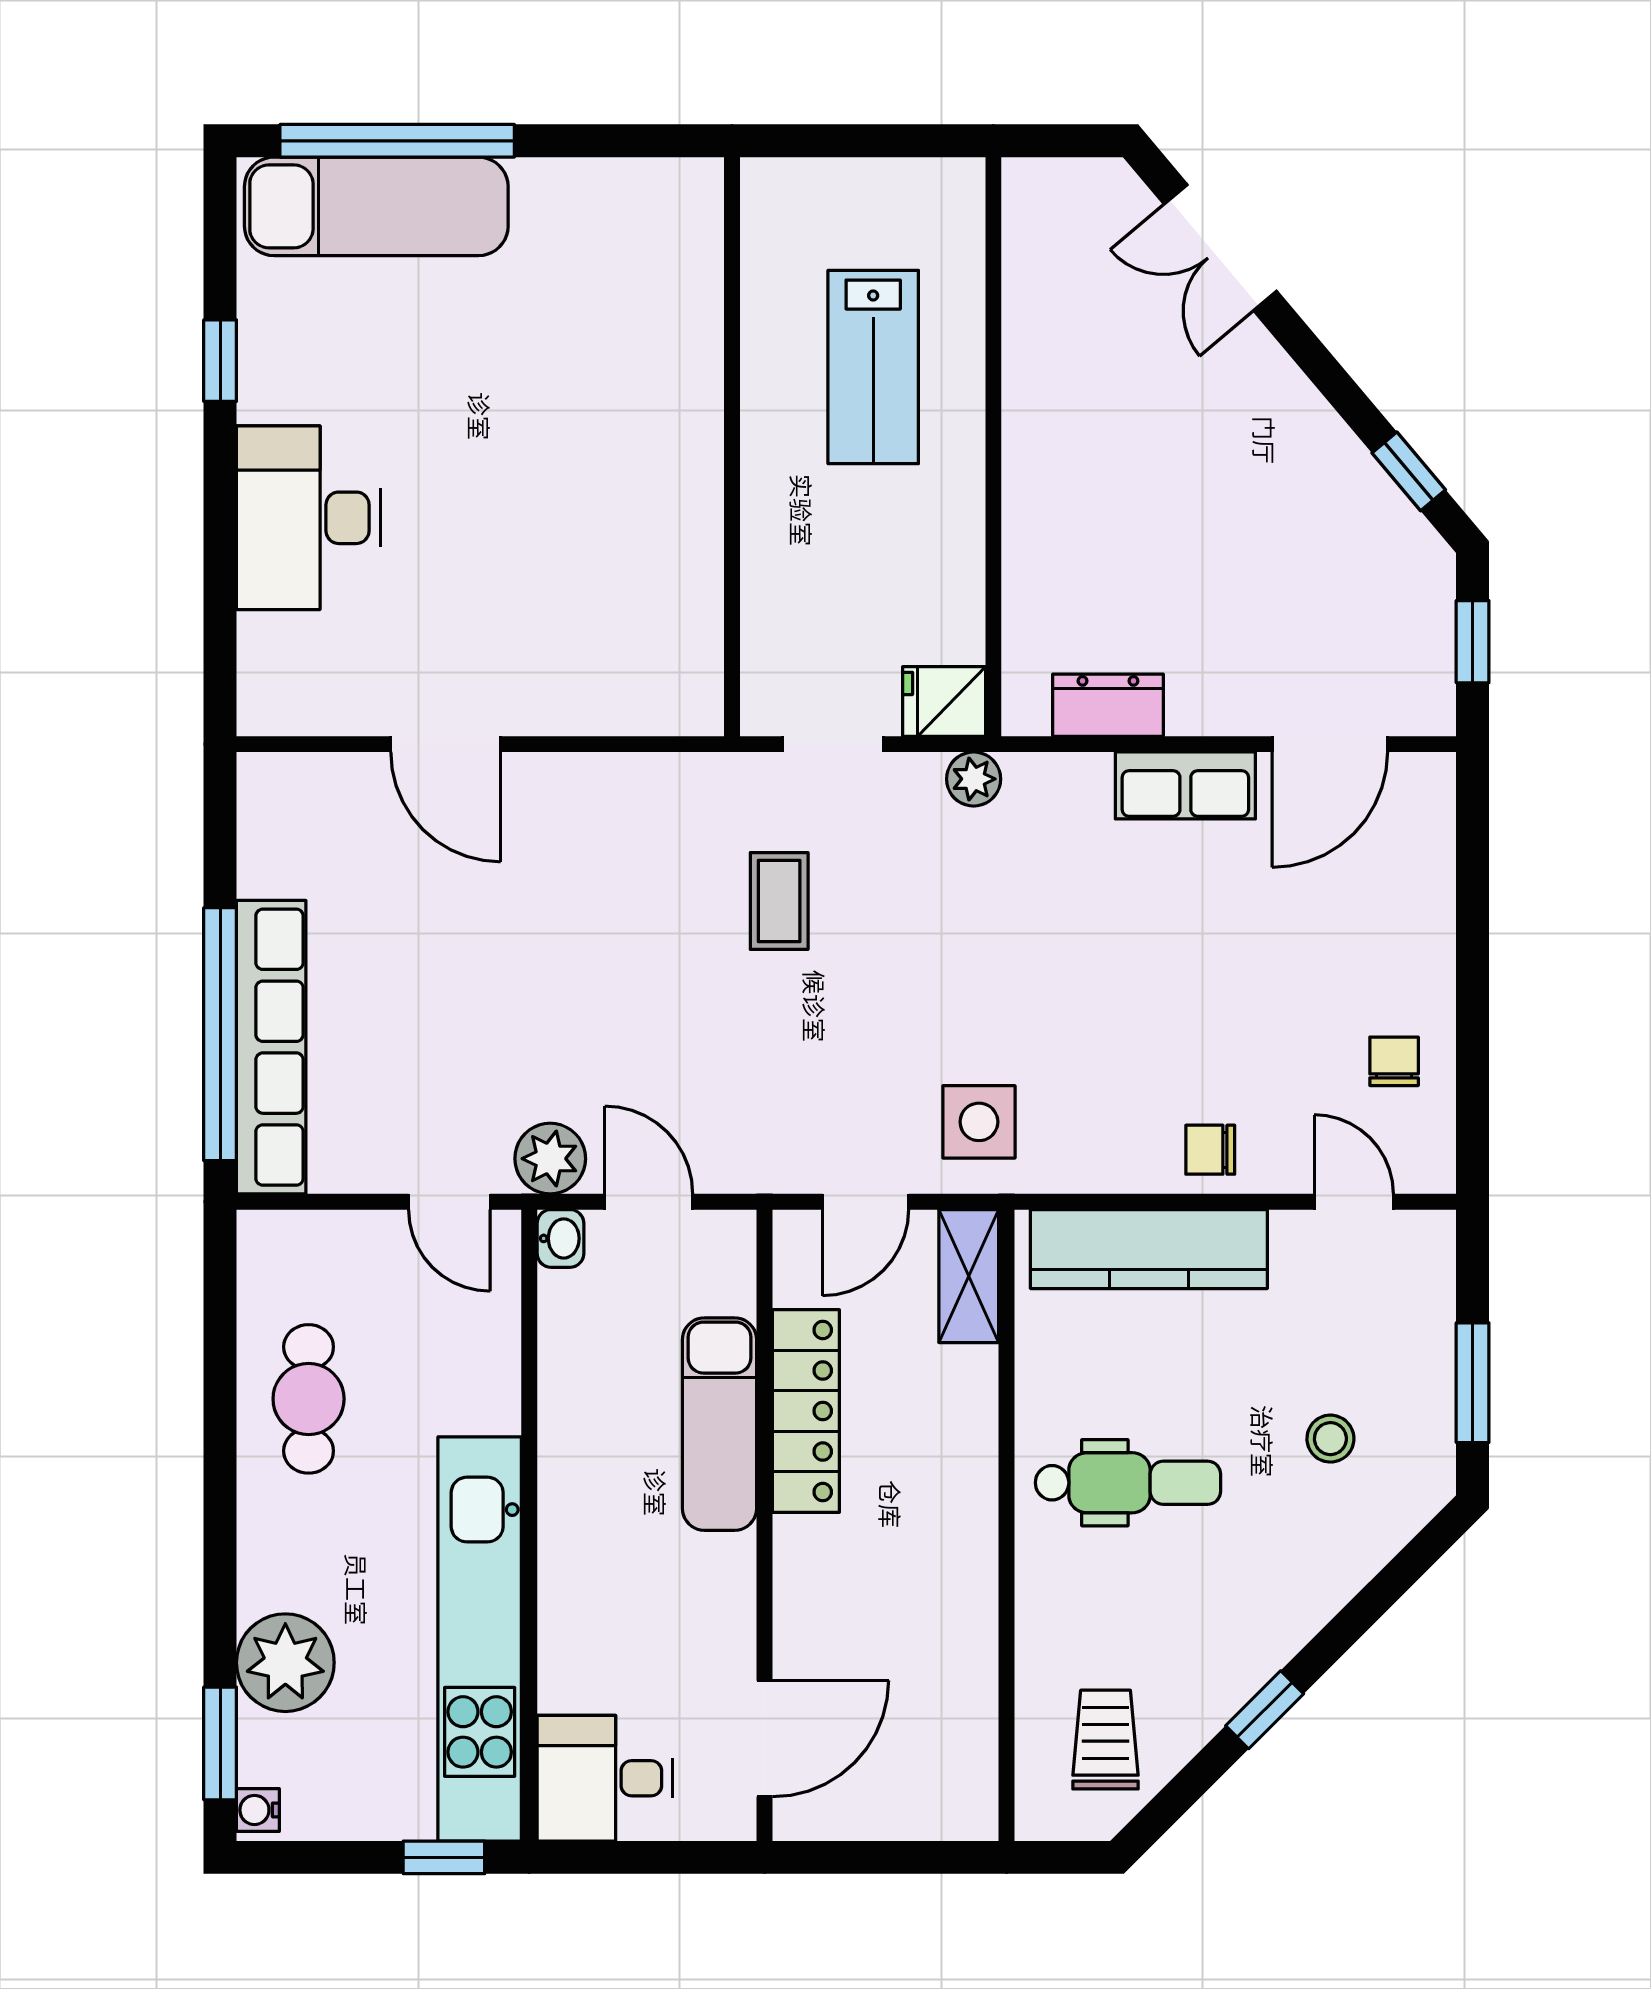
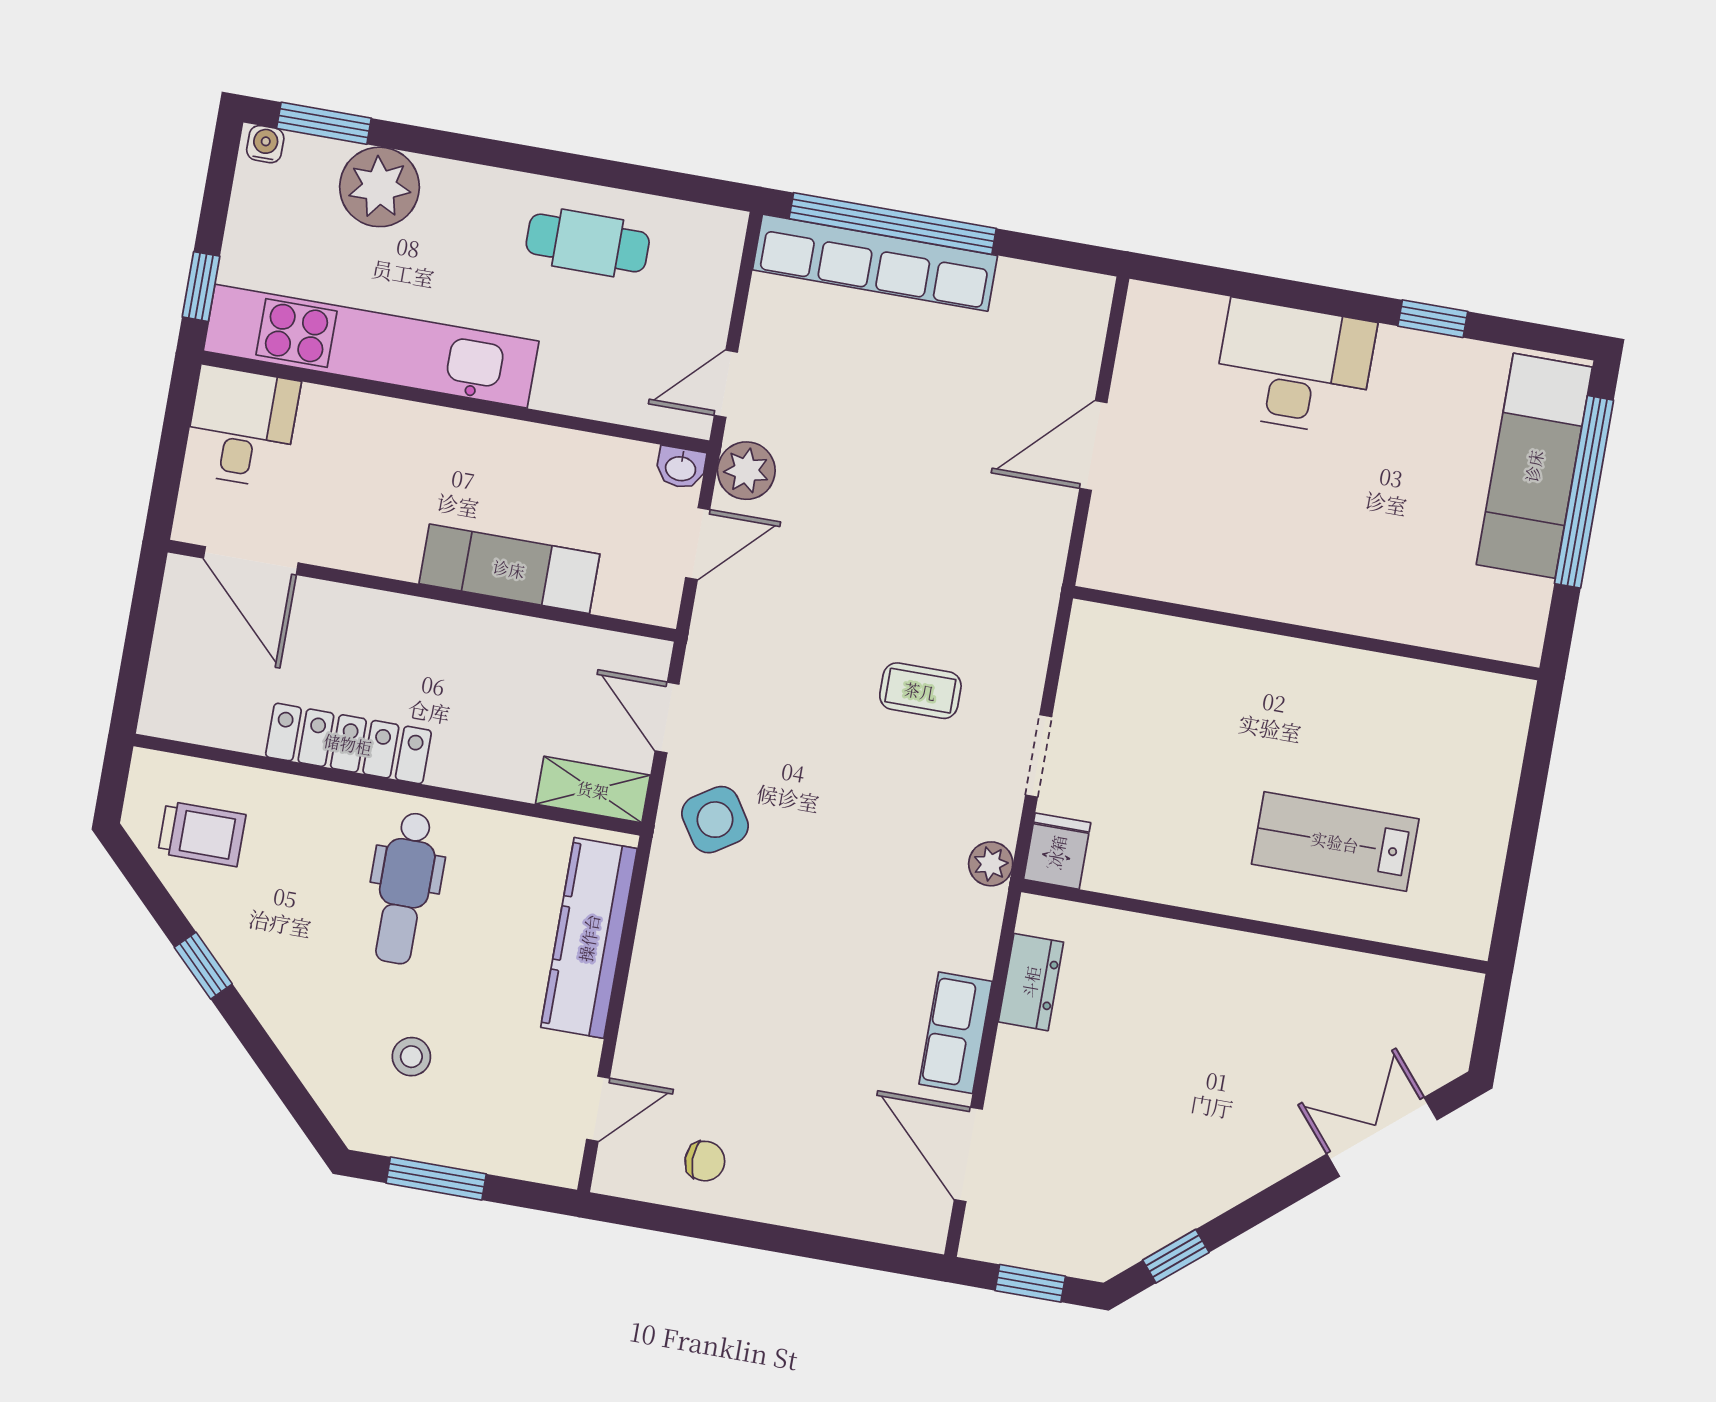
wall: (732, 447) -> (1306, 633), moved
side table: (979, 1122) -> (715, 820), turned -33
chair: (1210, 1150) -> (660, 1001), removed
locker: (806, 1411) -> (348, 744), moved, turned 180

